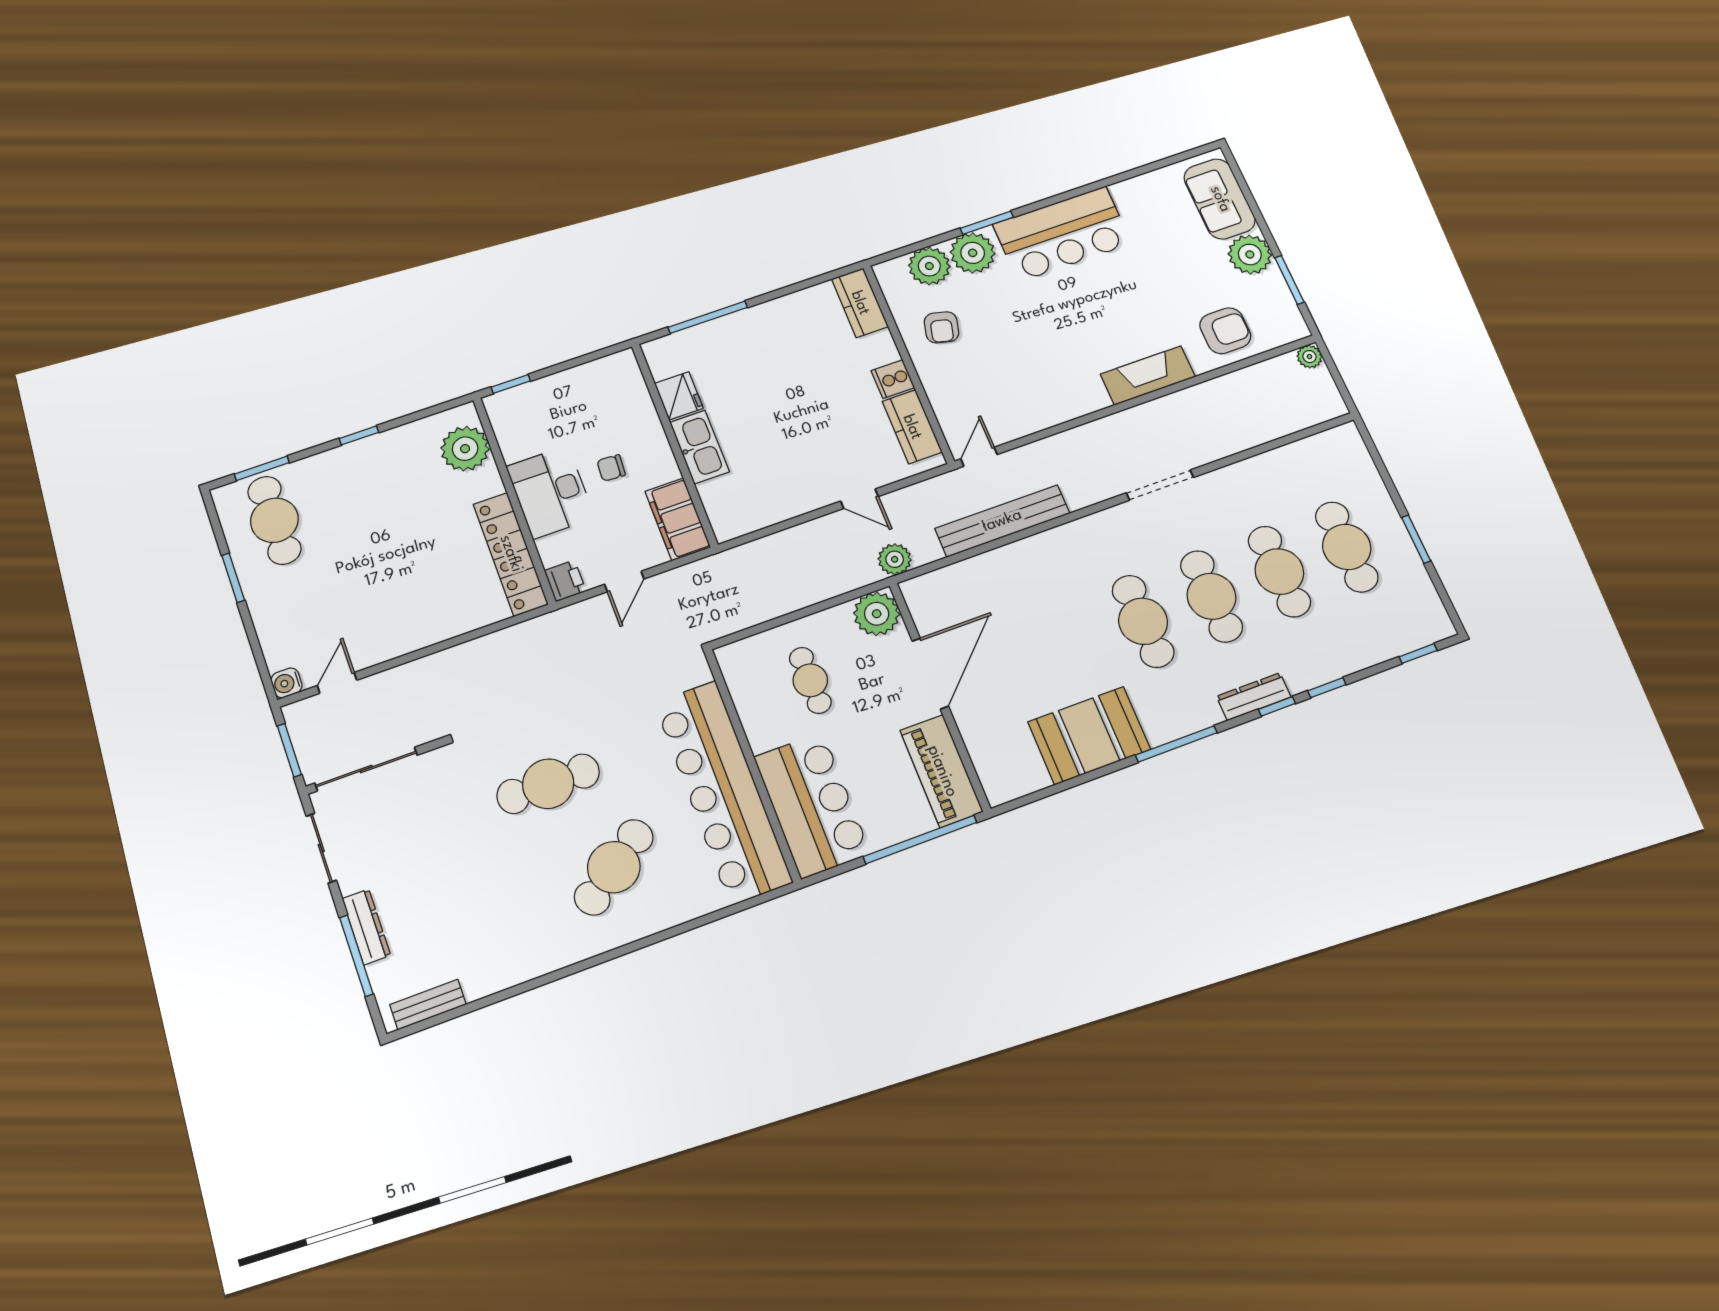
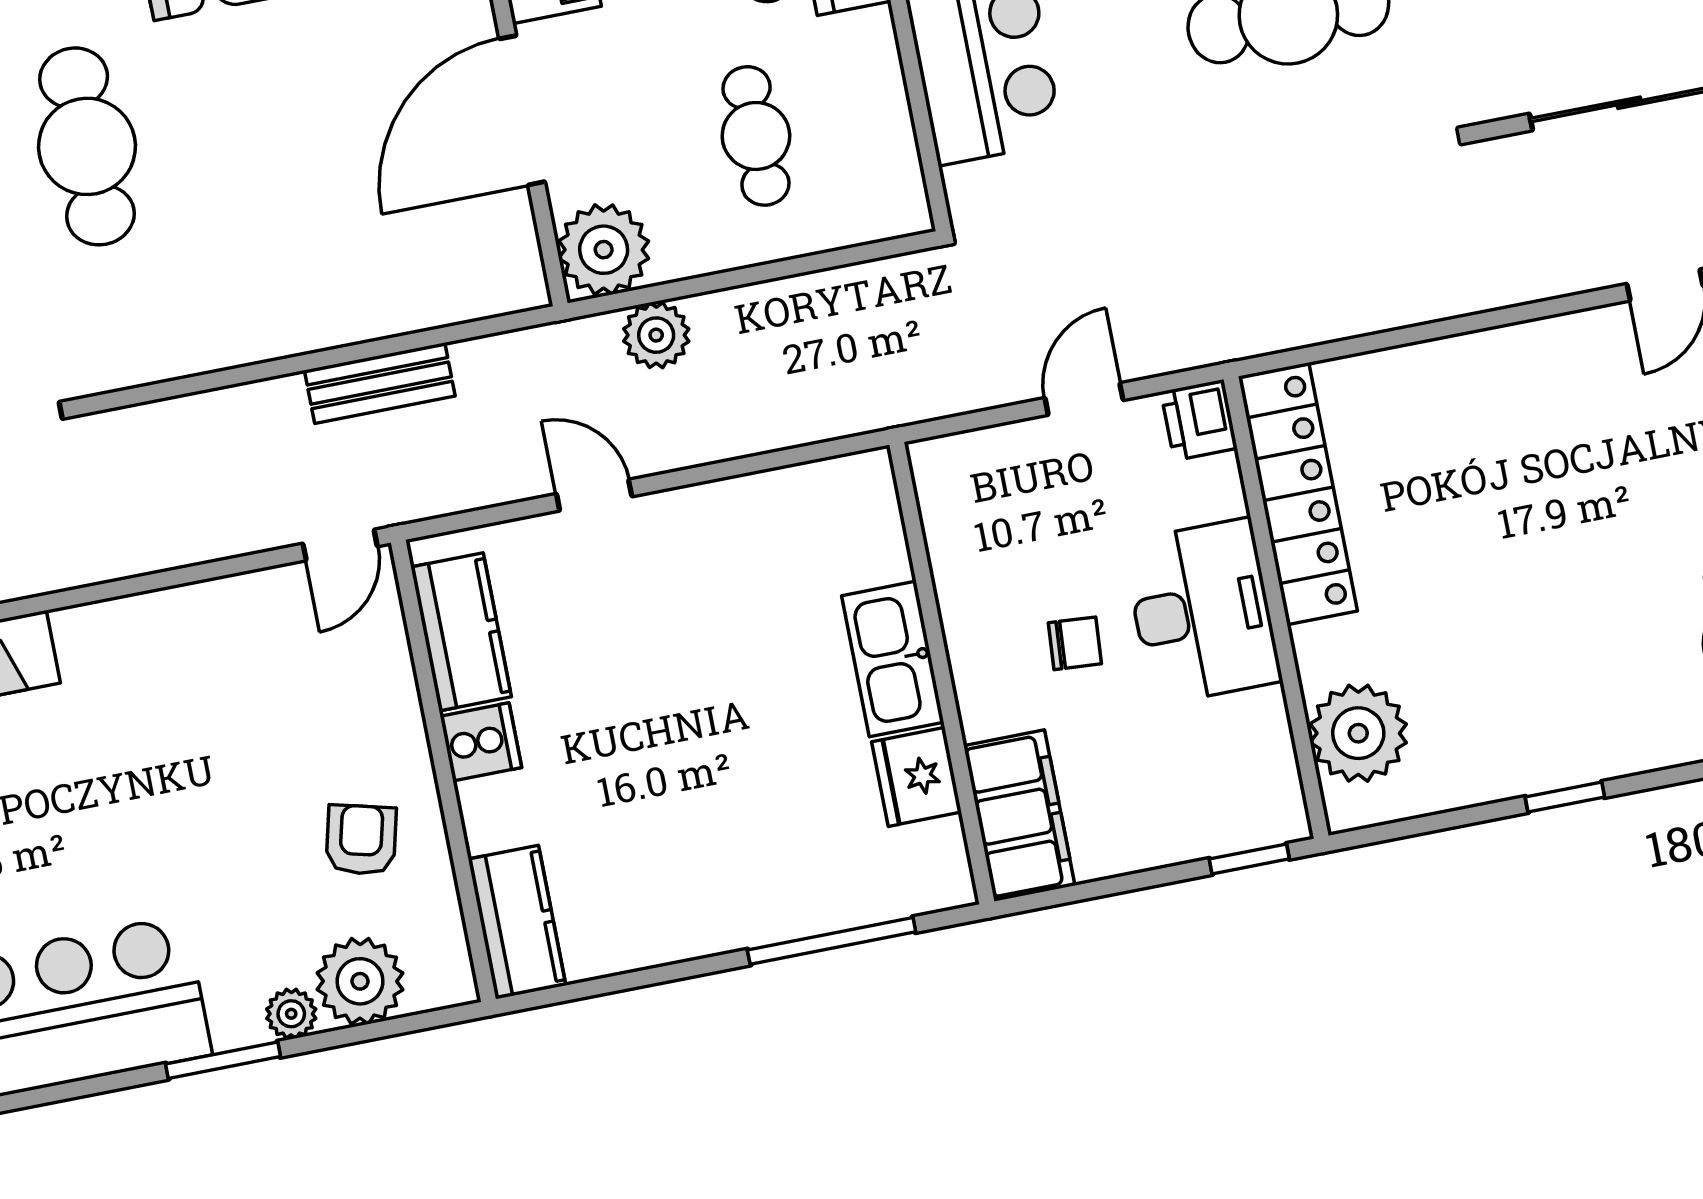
plant: (973, 253) -> (291, 1014), width x0.53, depth x0.53
filing cabinet: (678, 519) -> (1019, 816), moved
bench: (1002, 521) -> (380, 383), width x0.54, depth x0.82
plant: (895, 559) -> (656, 335), moved

